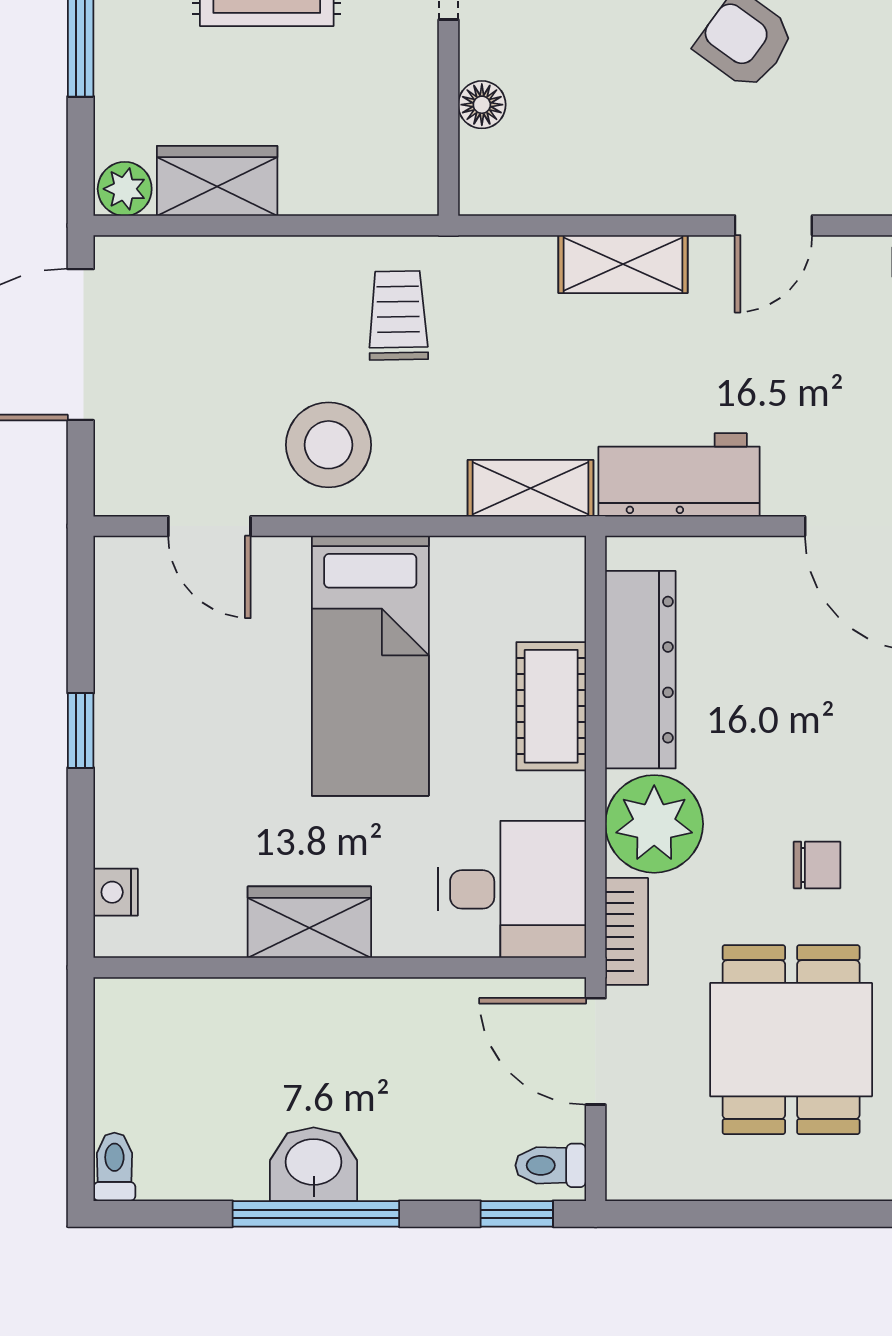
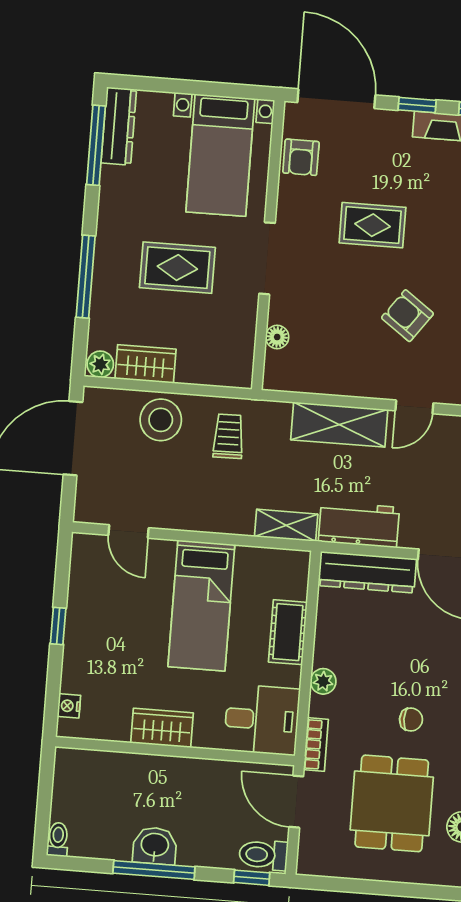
shelving: (623, 264) -> (339, 425), width x1.50, depth x1.33
stool: (329, 445) -> (161, 420), moved
dresser: (640, 670) -> (367, 572), moved, turned 90
plant: (654, 824) -> (323, 681), width x0.53, depth x0.53
toilet: (551, 1165) -> (263, 855), width x1.37, depth x1.39

